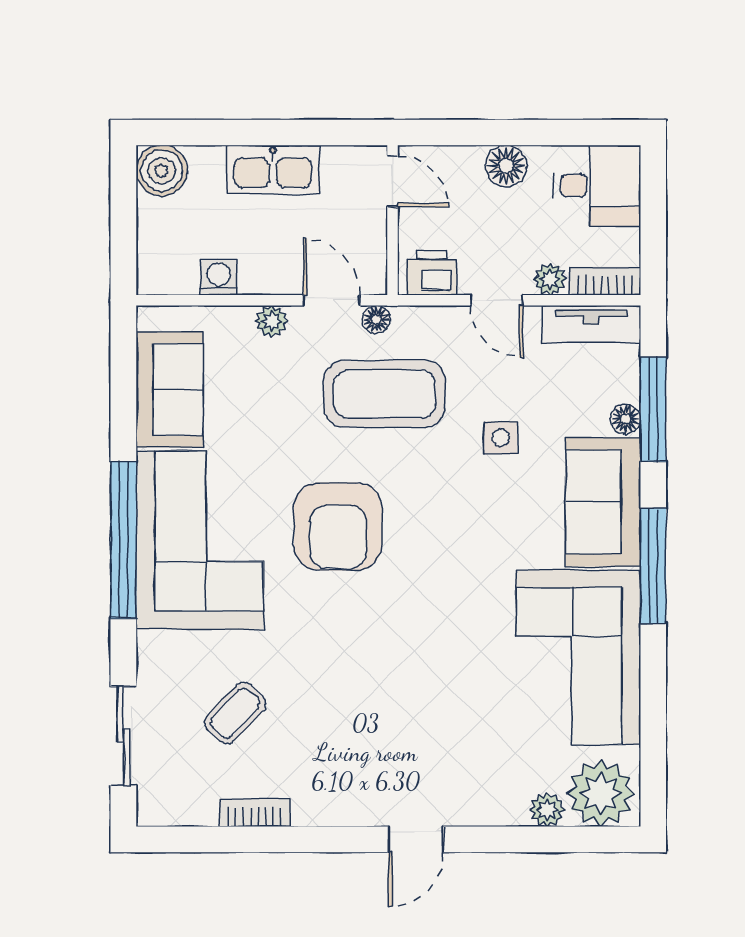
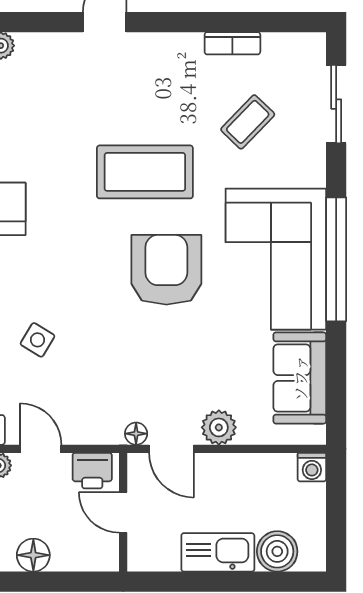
boiler: (162, 171) -> (277, 551), moved
door: (393, 181) -> (123, 512), moved
washing machine: (219, 277) -> (312, 467), moved
plant: (272, 321) -> (219, 427), width x1.38, depth x1.38
coffee table: (384, 394) -> (145, 172), moved
side table: (501, 438) -> (37, 340), turned 31

